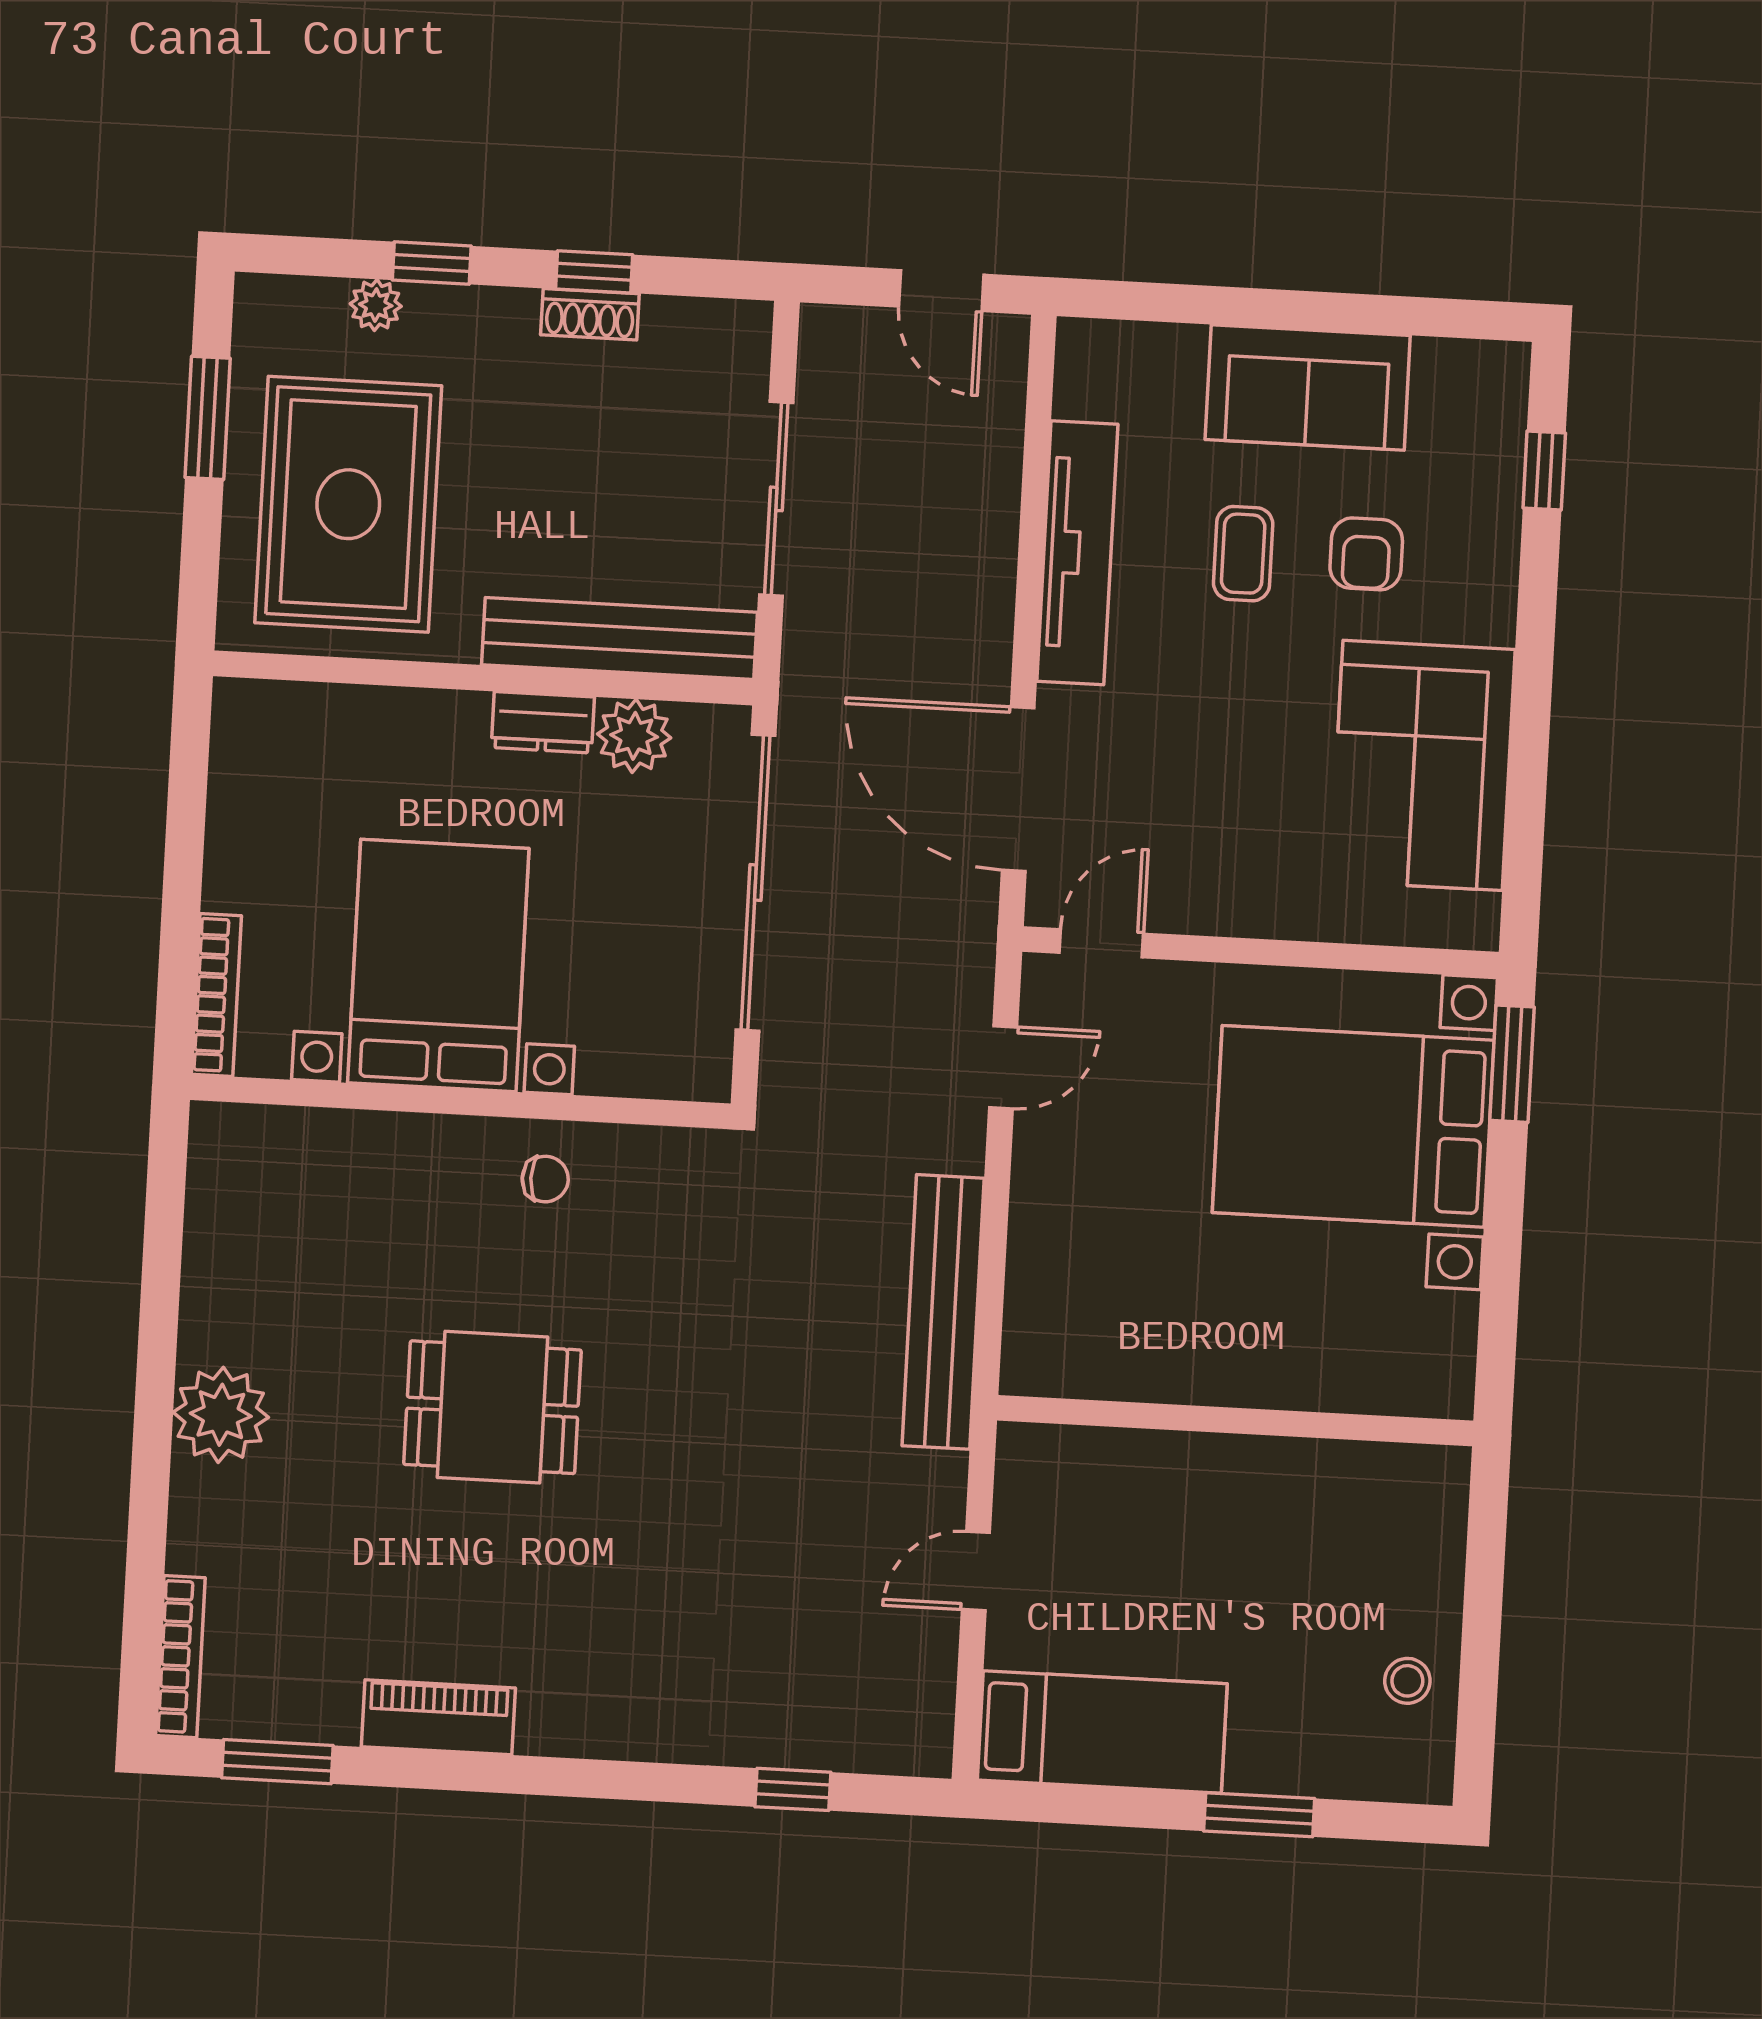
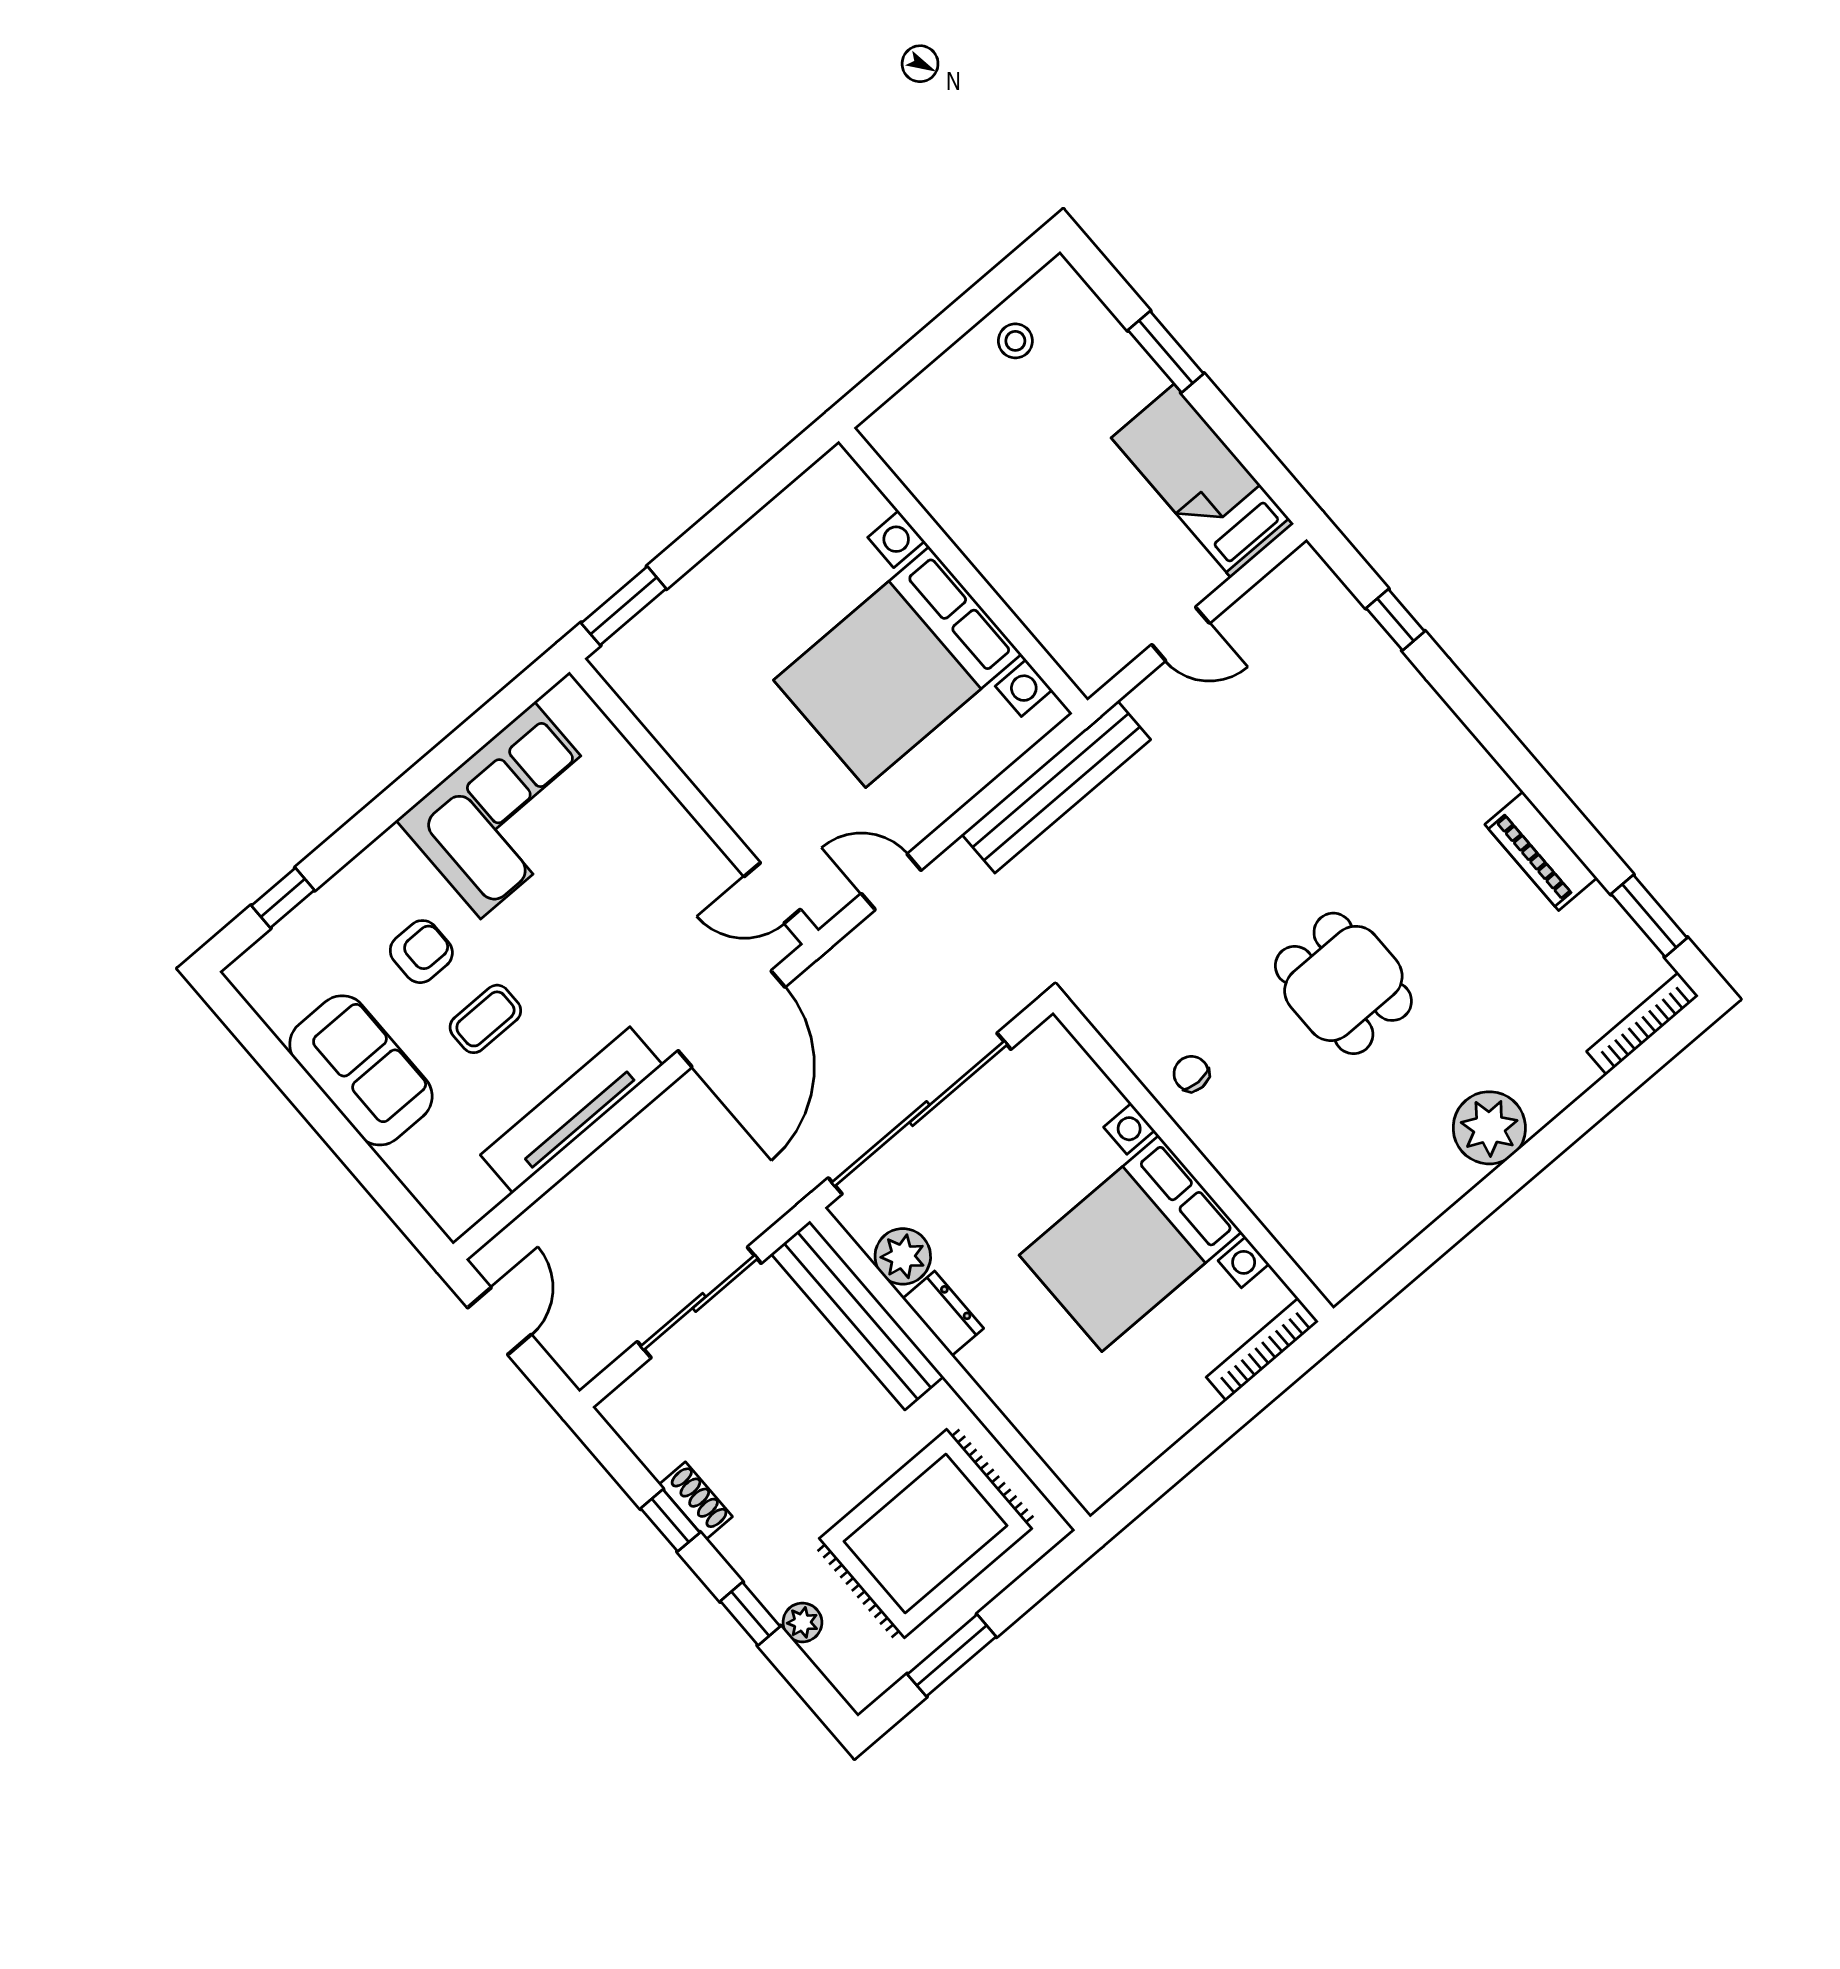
bed with nightstands: (1353, 1126) -> (898, 667), moved, turned 90

